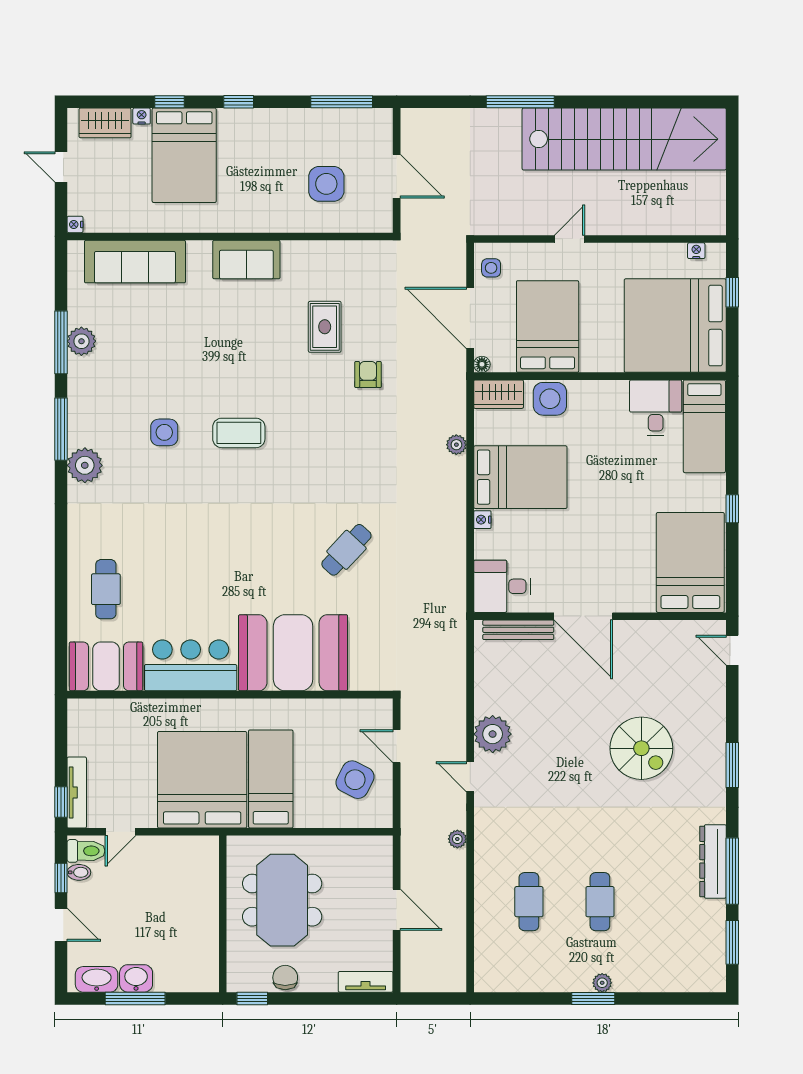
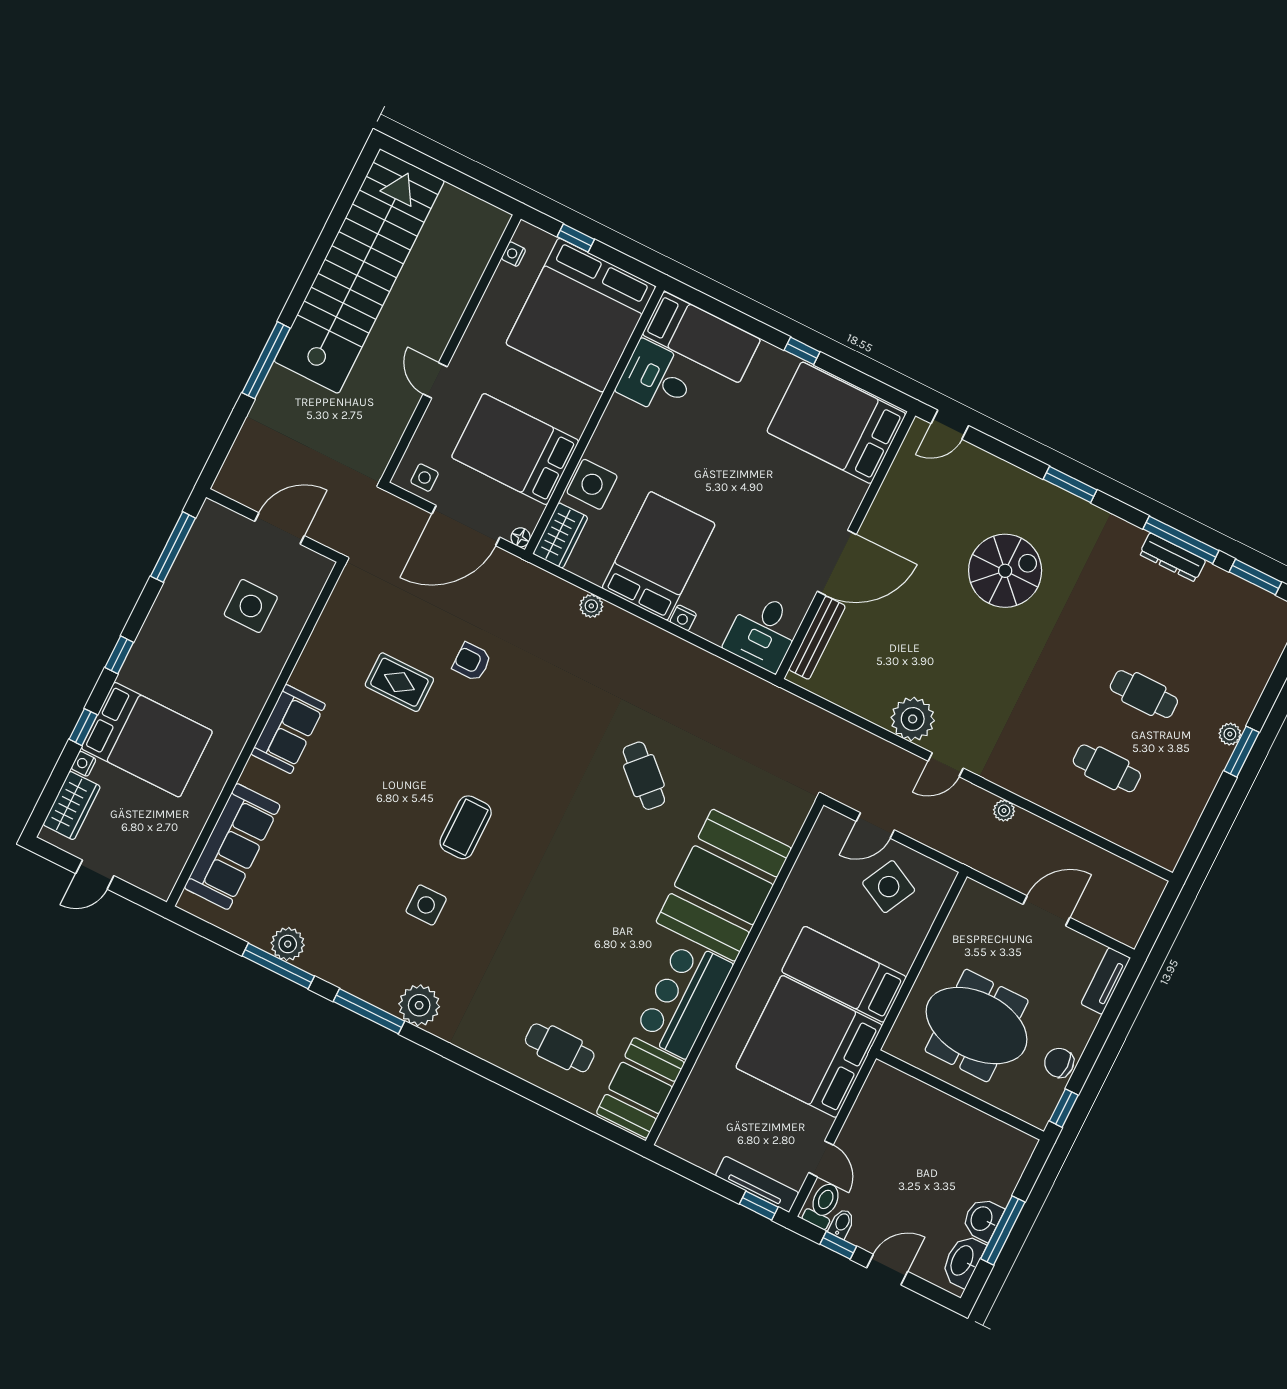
nightstand: (75, 224) -> (162, 890), removed
dresser: (713, 861) -> (1172, 557), width x0.73, depth x0.80

